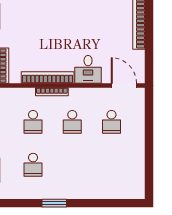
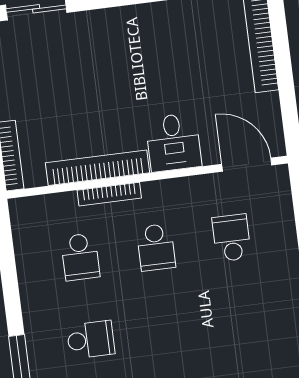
school desk: (111, 122) -> (232, 238), turned 180
school desk: (33, 165) -> (91, 340), turned -90

